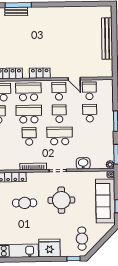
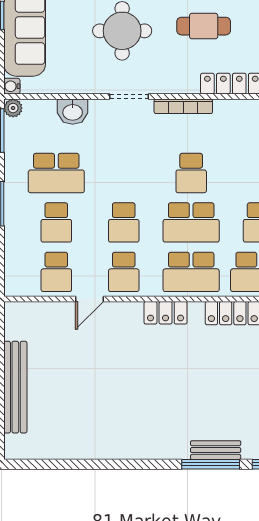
door: (74, 79) -> (89, 299), swing flipped
school desk: (60, 136) -> (56, 173), moved

